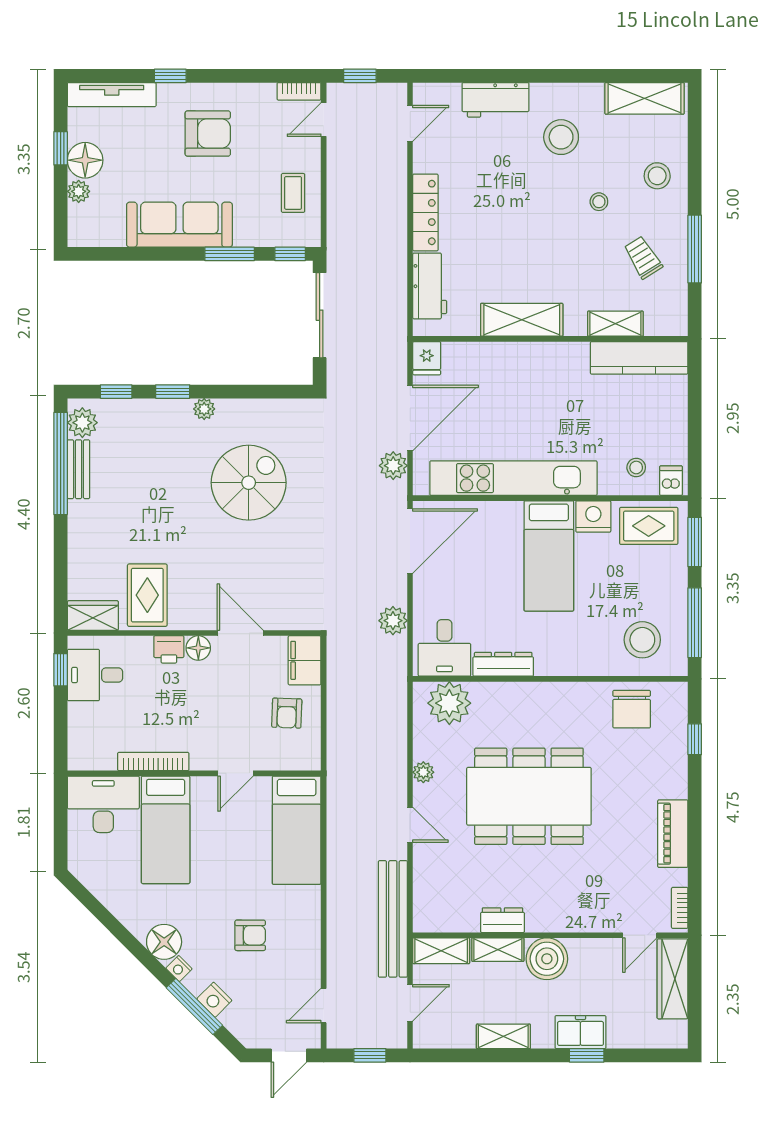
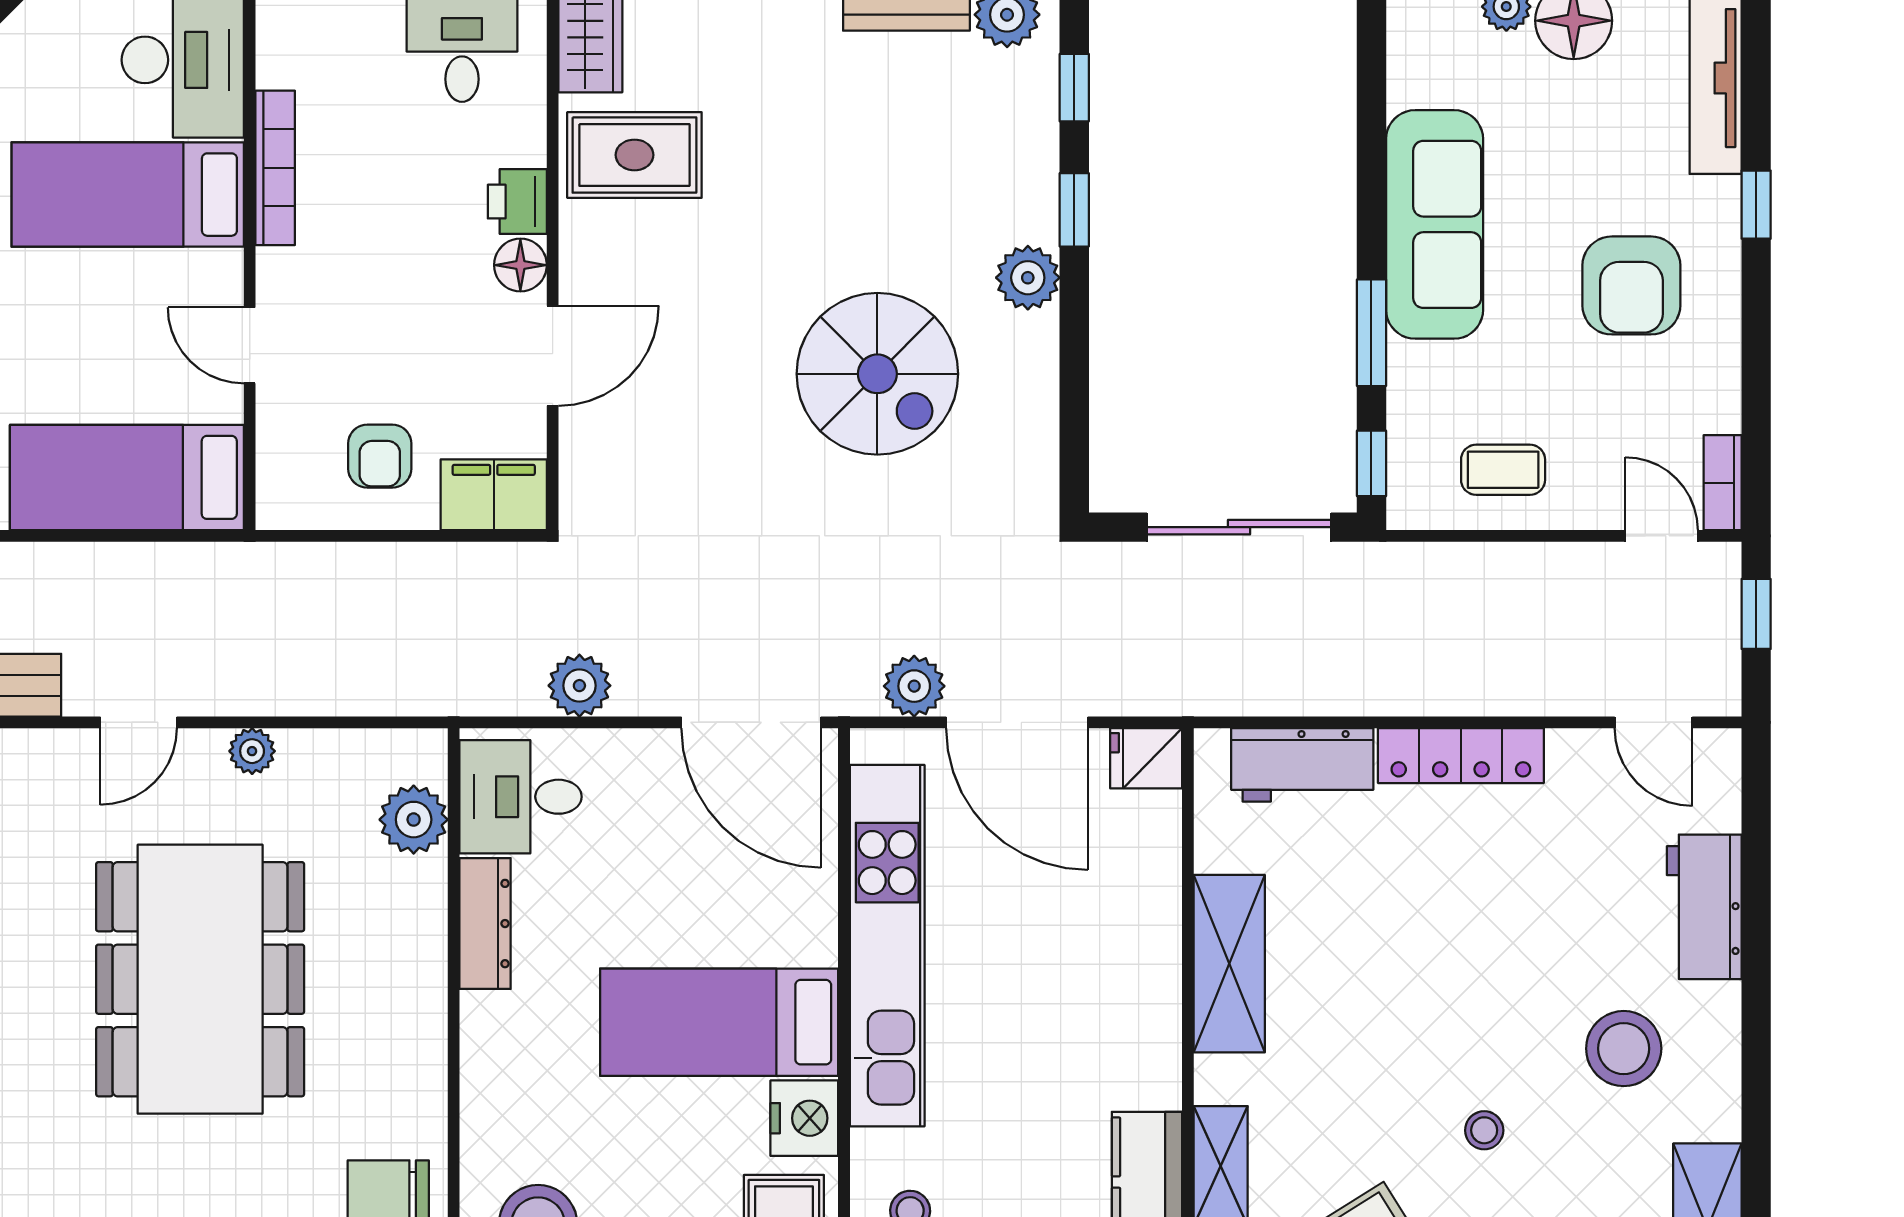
plant: (204, 409) -> (1028, 278), width x1.38, depth x1.38
plant: (449, 703) -> (414, 820), width x0.73, depth x0.73
armchair: (287, 713) -> (380, 456), turned -92

